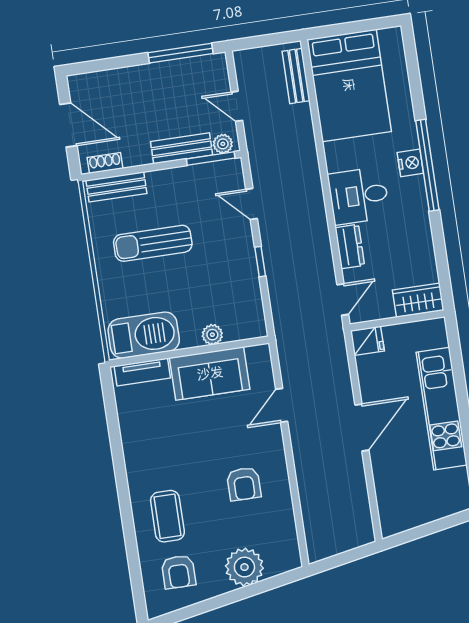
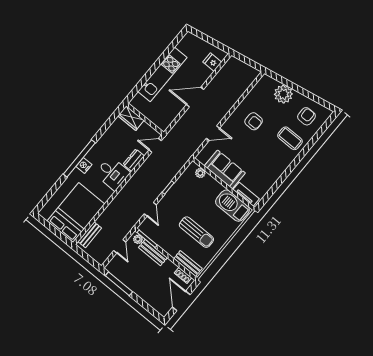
plant: (212, 335) -> (200, 173), moved
fridge: (367, 341) -> (212, 62), moved
armchair: (244, 484) -> (254, 121), turned 90
coffee table: (167, 516) -> (290, 138), turned 90

